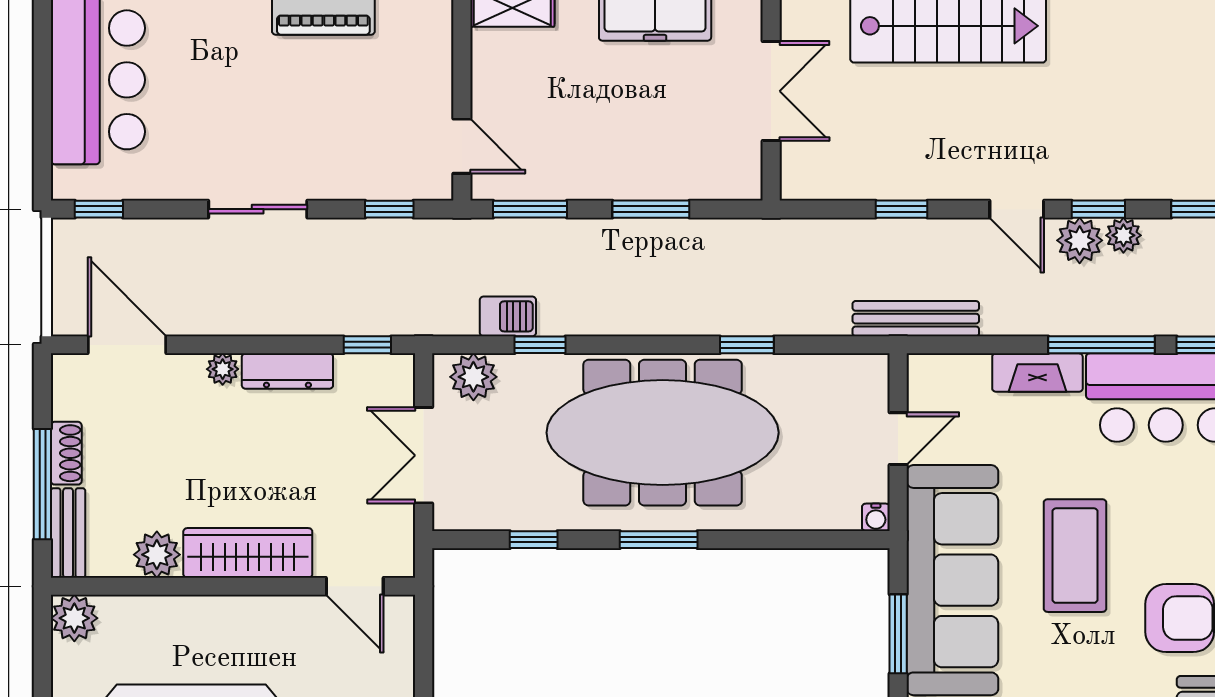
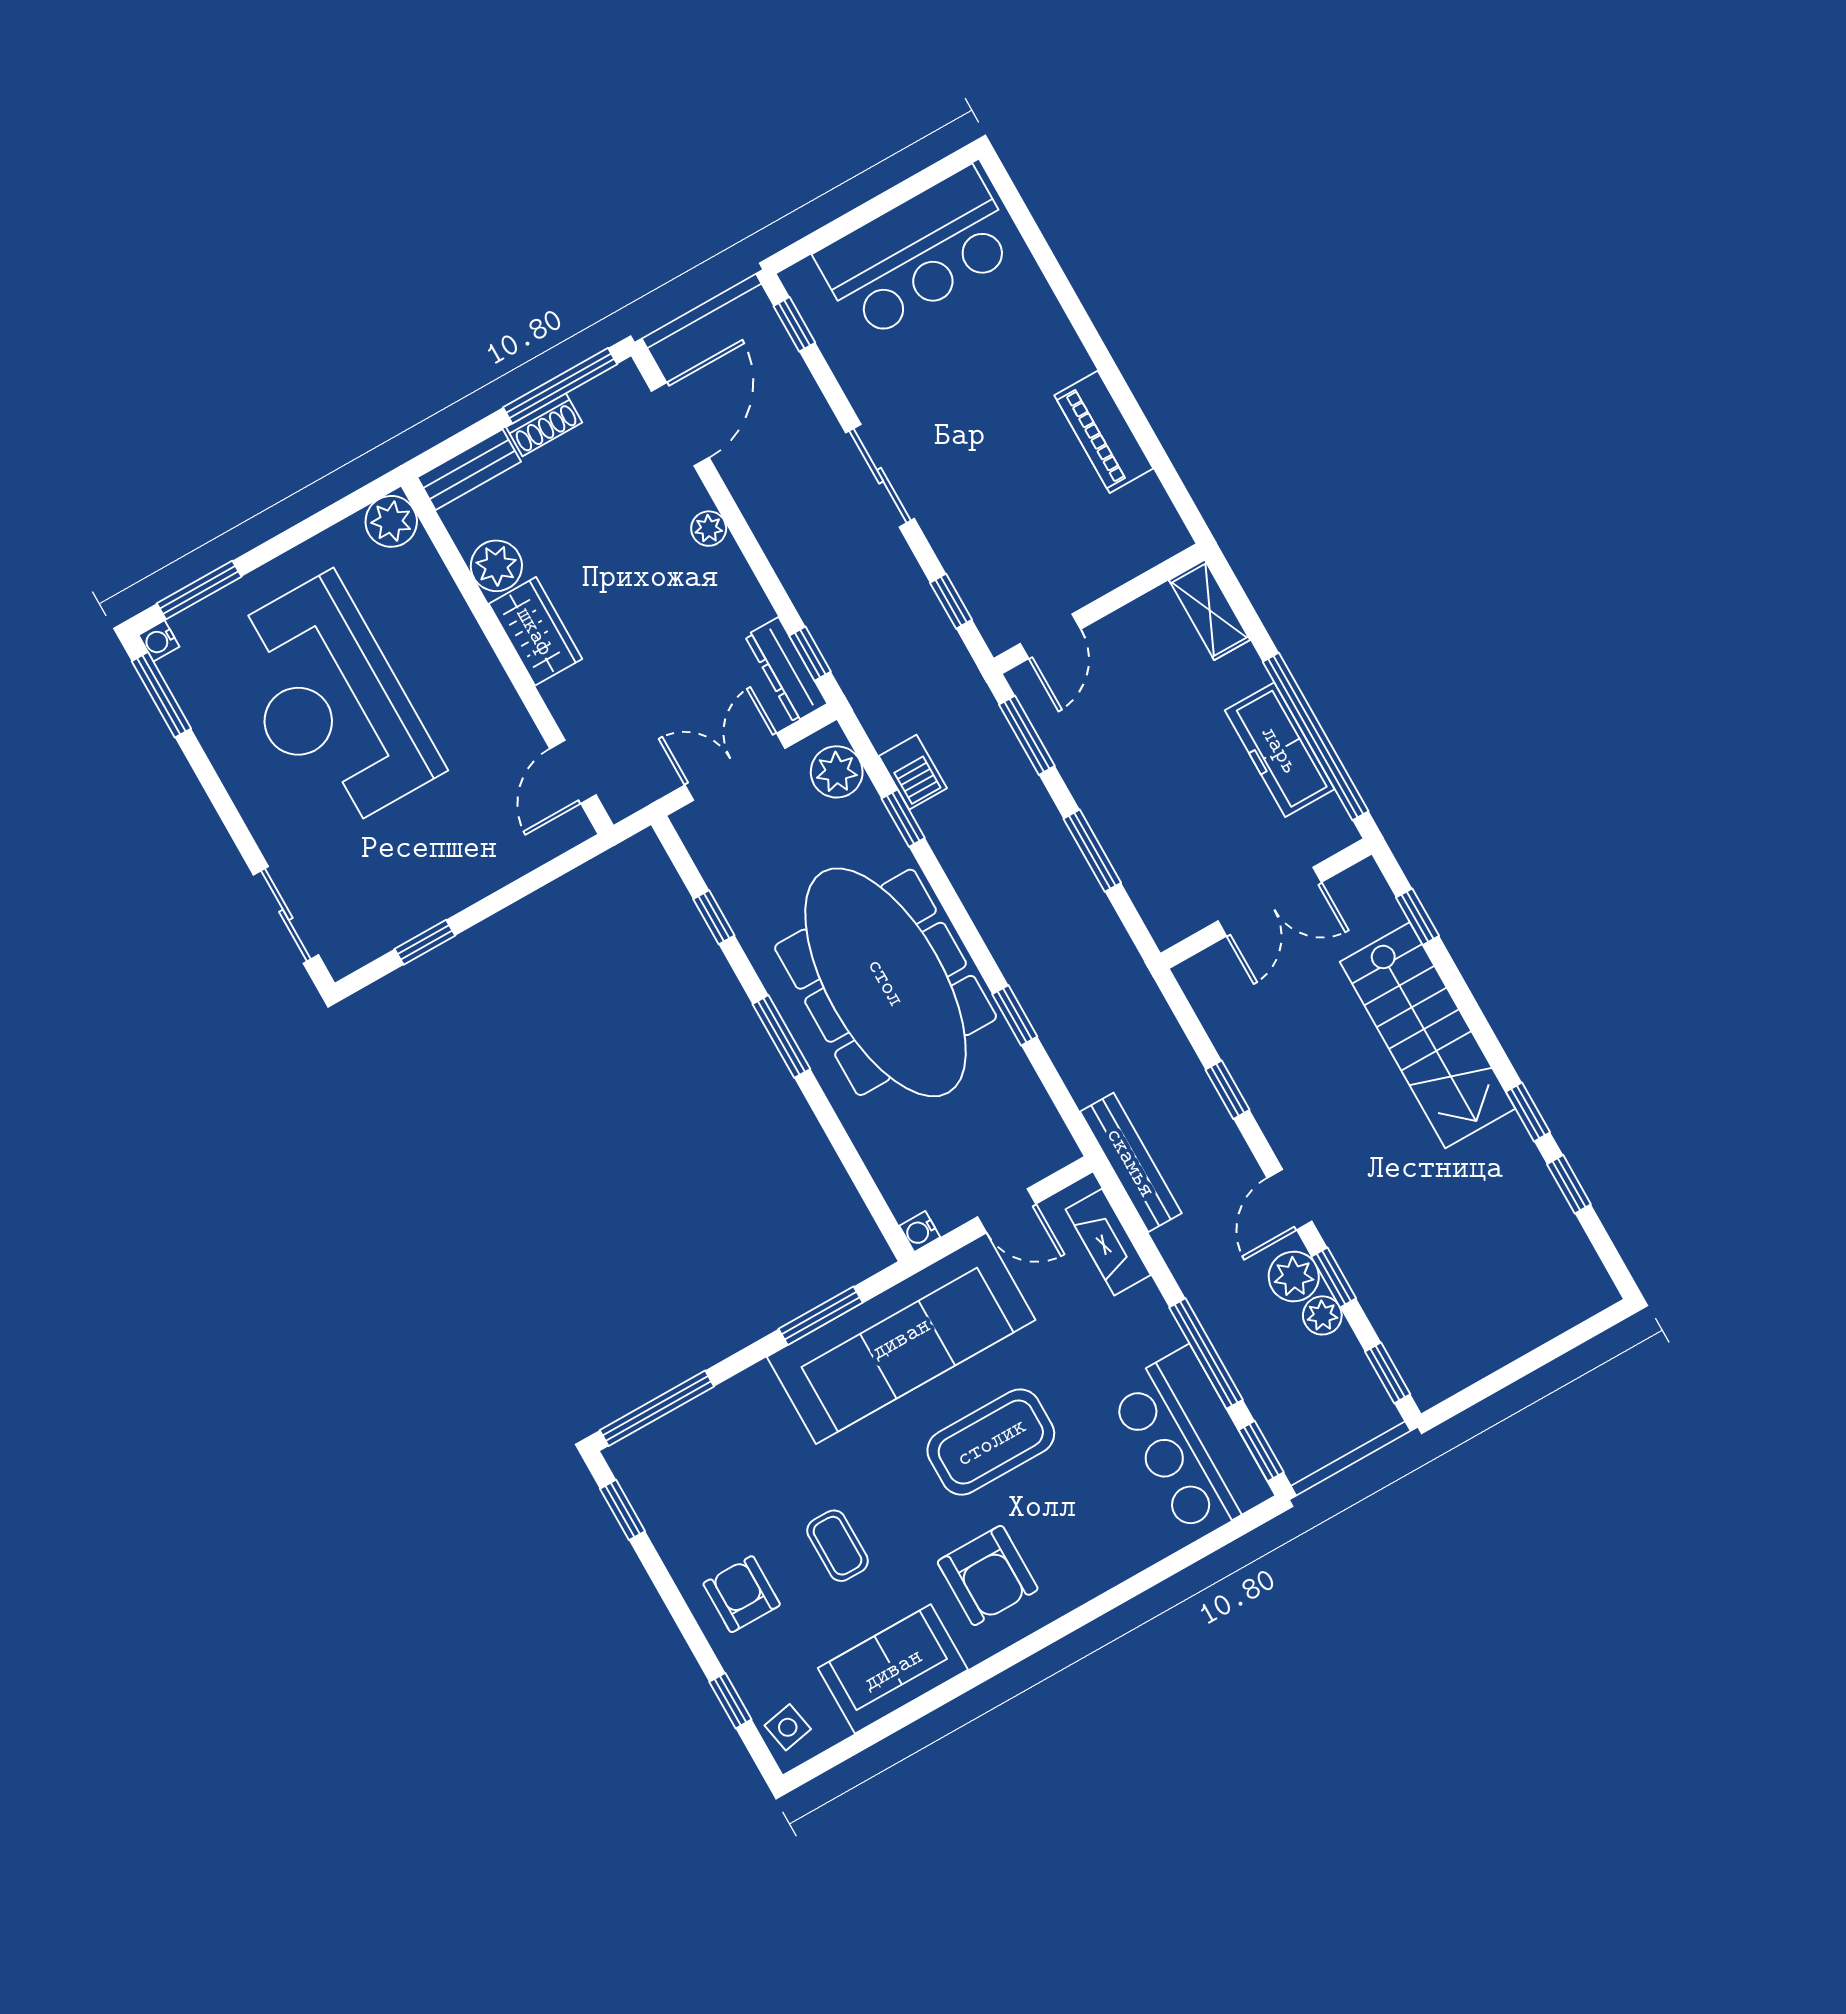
dresser: (287, 371) -> (786, 670), moved
fireplace: (1037, 373) -> (1108, 1242), moved
window: (42, 484) -> (560, 386), moved
wardrobe: (248, 553) -> (535, 631), width x0.67

